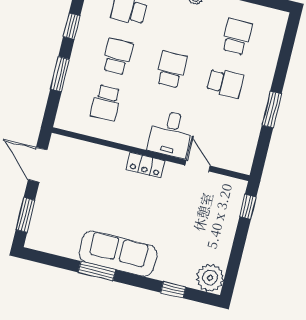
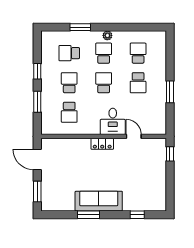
school desk: (183, 23) -> (104, 53), added
school desk: (225, 83) -> (138, 83), turned 90
plant: (210, 278) -> (158, 202), removed

